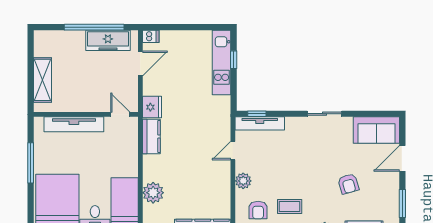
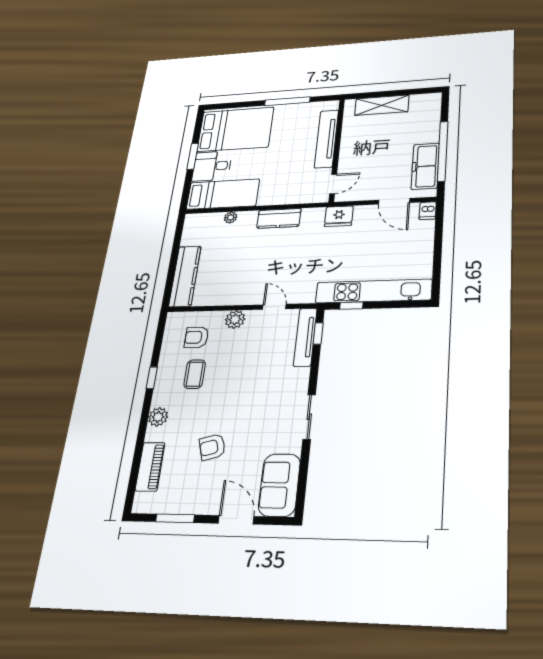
window: (234, 60) -> (351, 306), moved
kitchen unit: (222, 62) -> (373, 291), width x1.36
kitchen counter: (151, 137) -> (279, 218), moved
plant: (153, 193) -> (231, 217), width x0.53, depth x0.53

